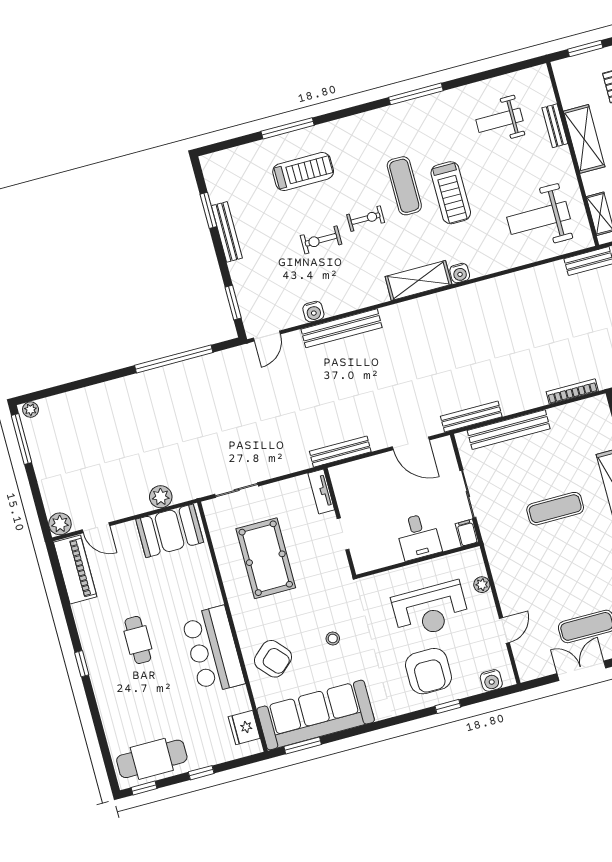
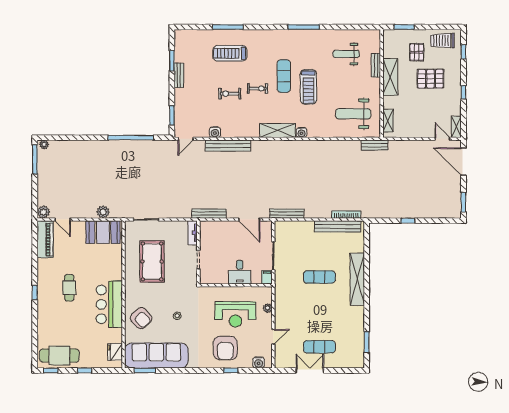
treadmill: (303, 172) -> (230, 53), turned 180
bench: (227, 232) -> (179, 75), width x0.73
bench: (509, 430) -> (338, 226), moved

